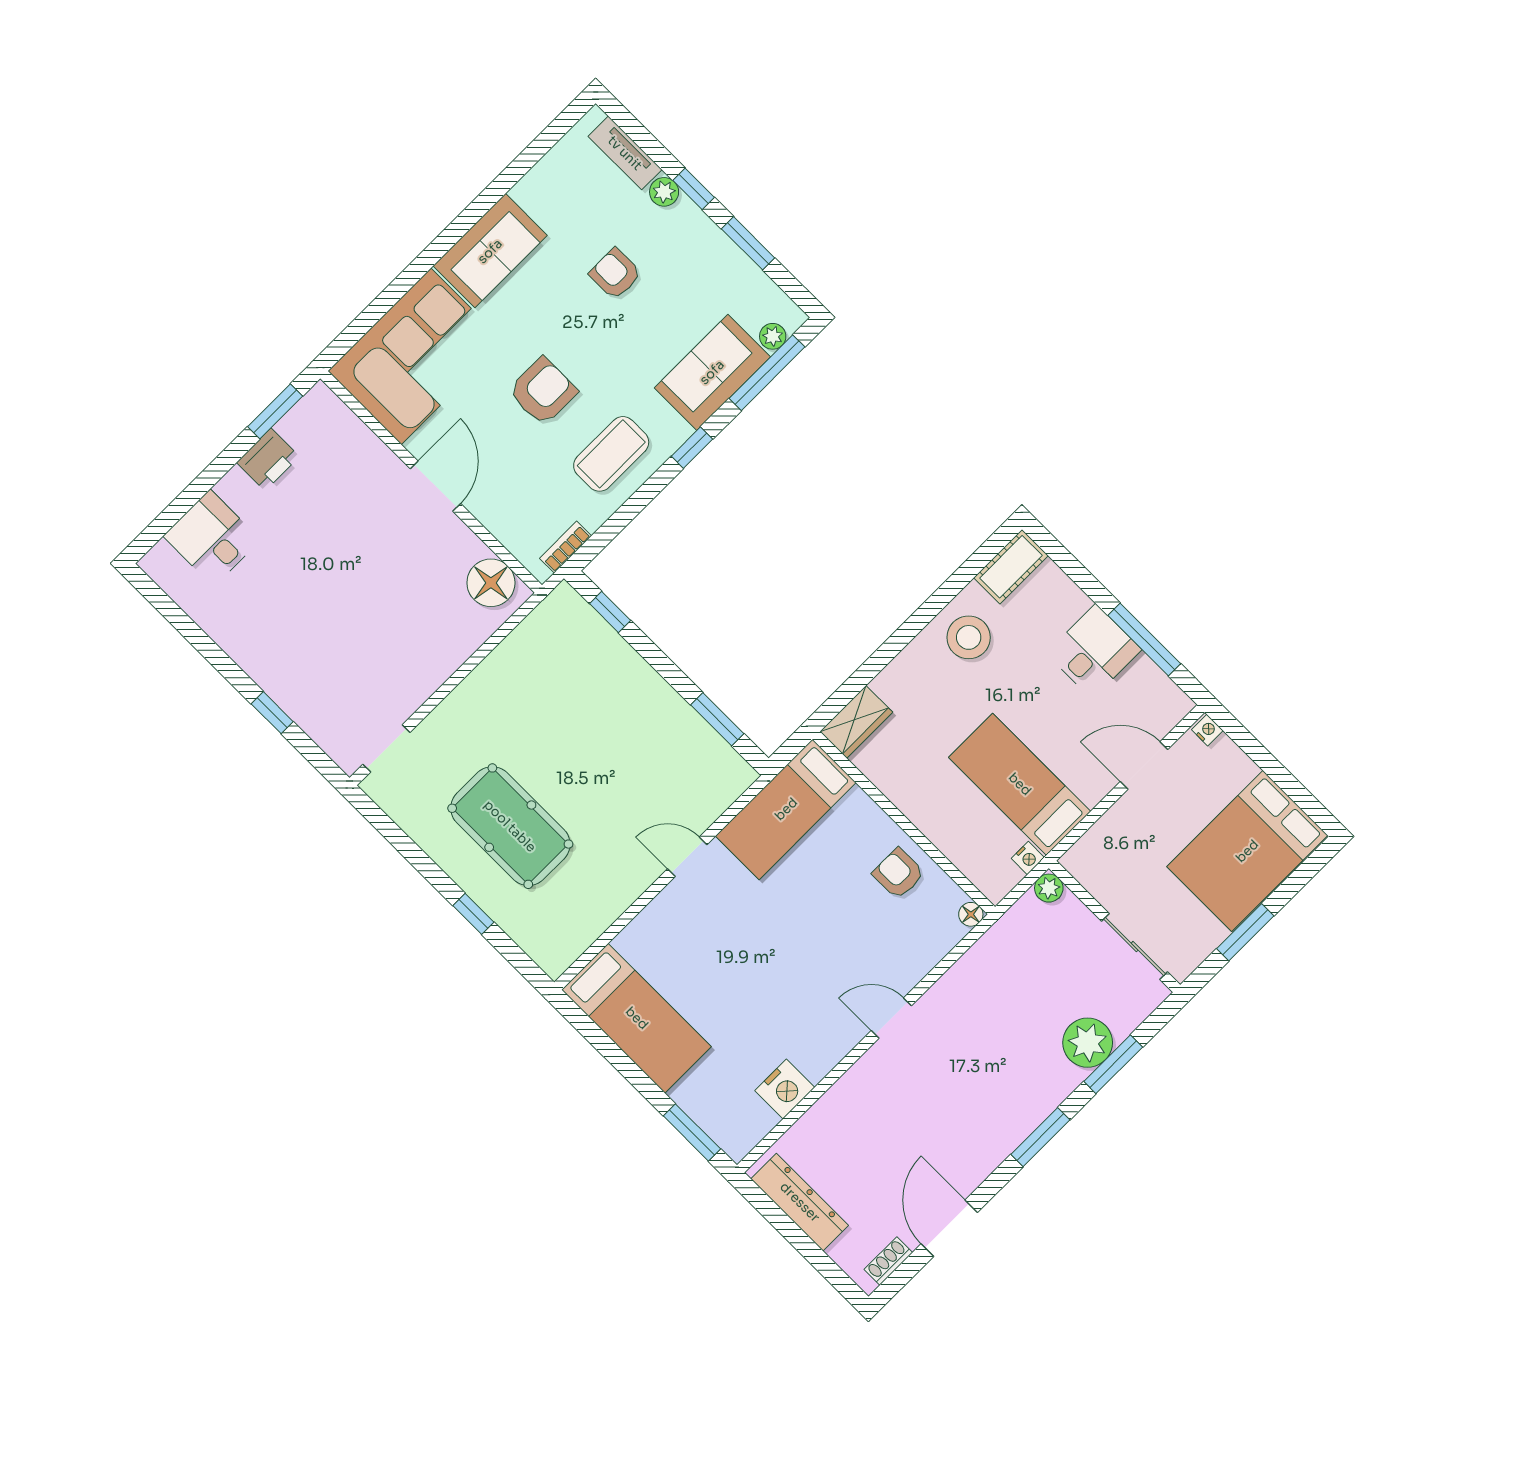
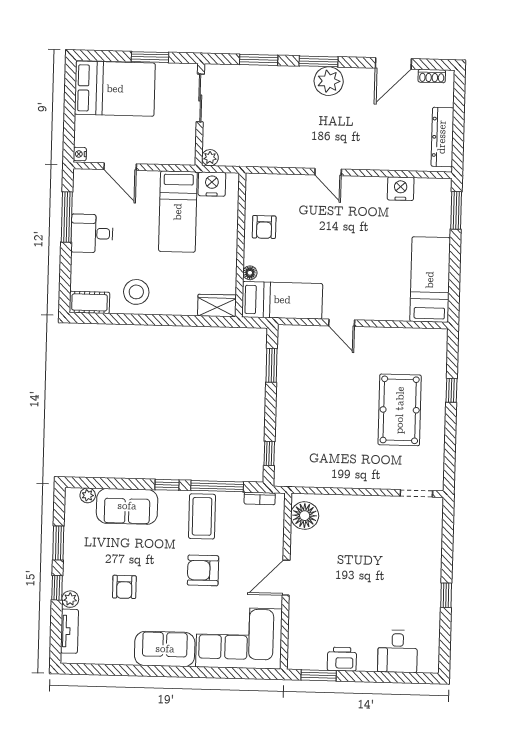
window: (767, 373) -> (217, 486), moved
coffee table: (611, 454) -> (202, 516), turned 90
window: (272, 713) -> (446, 595), moved
nightstand: (1028, 858) -> (212, 184), width x1.89, depth x1.79
floor lamp: (971, 914) -> (250, 273), moved
plant: (1088, 1043) -> (329, 81), moved

